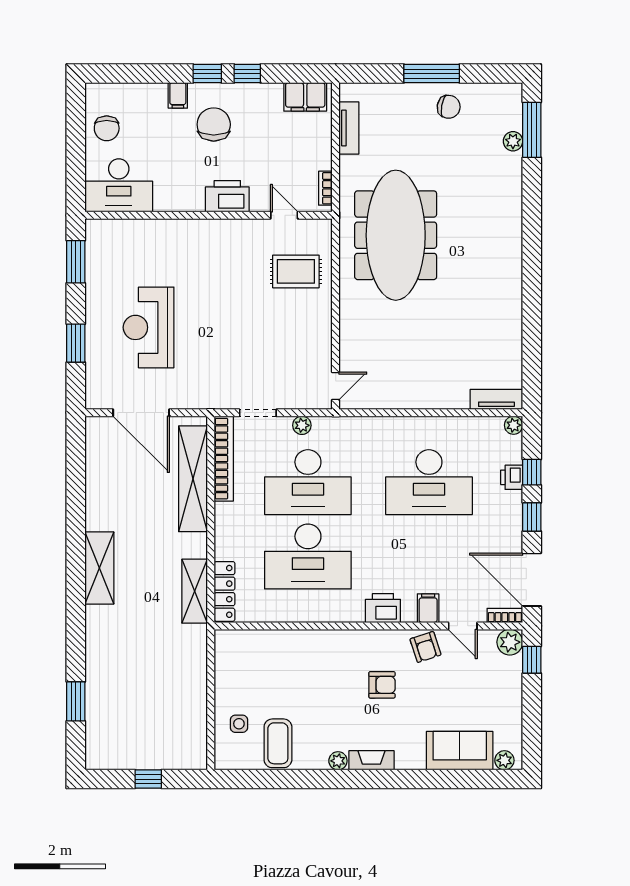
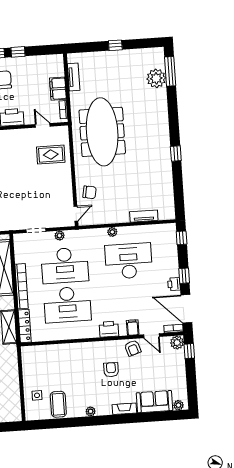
window: (432, 74) -> (115, 45), width x0.46
filing cabinet: (305, 97) -> (58, 89), moved, turned 90
chair: (449, 107) -> (89, 192), moved
plant: (513, 141) -> (156, 78), width x1.88, depth x1.88
window: (532, 285) -> (176, 153), added
tv unit: (496, 399) -> (144, 216), moved
plant: (514, 425) -> (112, 232), moved
bookcase: (224, 459) -> (22, 286), moved
window: (532, 472) -> (182, 238), moved
printer: (512, 477) -> (174, 284), moved
desk: (429, 482) -> (129, 261), turned 180
armchair: (382, 685) -> (111, 370), turned -90
fireplace: (371, 760) -> (124, 409), moved

